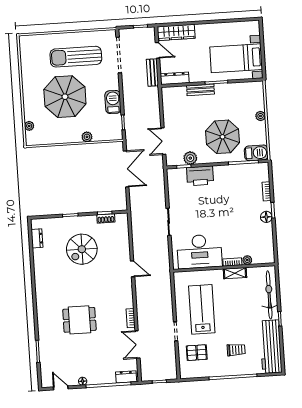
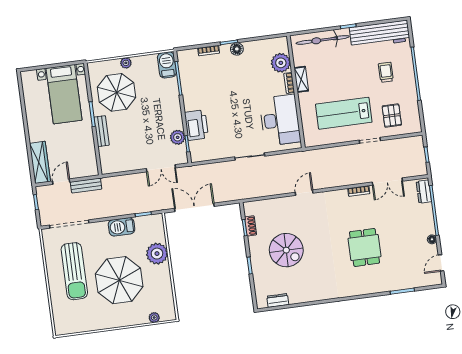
dresser: (175, 78) -> (91, 160), removed
plant: (87, 137) -> (157, 254), width x1.87, depth x1.87
parasol: (222, 137) -> (116, 92), moved
plant: (247, 260) -> (281, 63), width x1.87, depth x1.87

